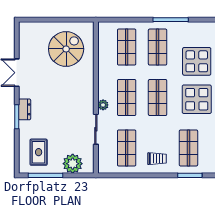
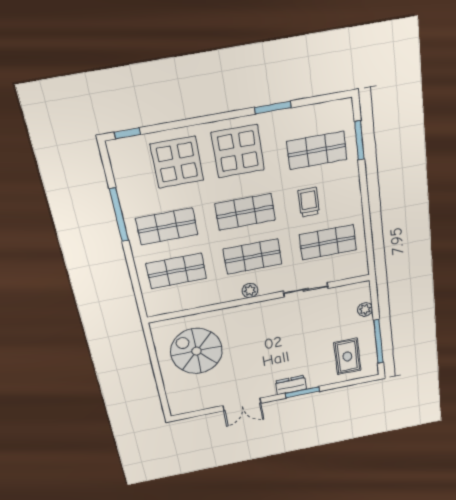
plant: (103, 105) -> (250, 291), moved
rug: (39, 152) -> (347, 356), turned 90
trolley: (157, 159) -> (309, 202), moved
plant: (73, 164) -> (365, 309), width x0.53, depth x0.53

